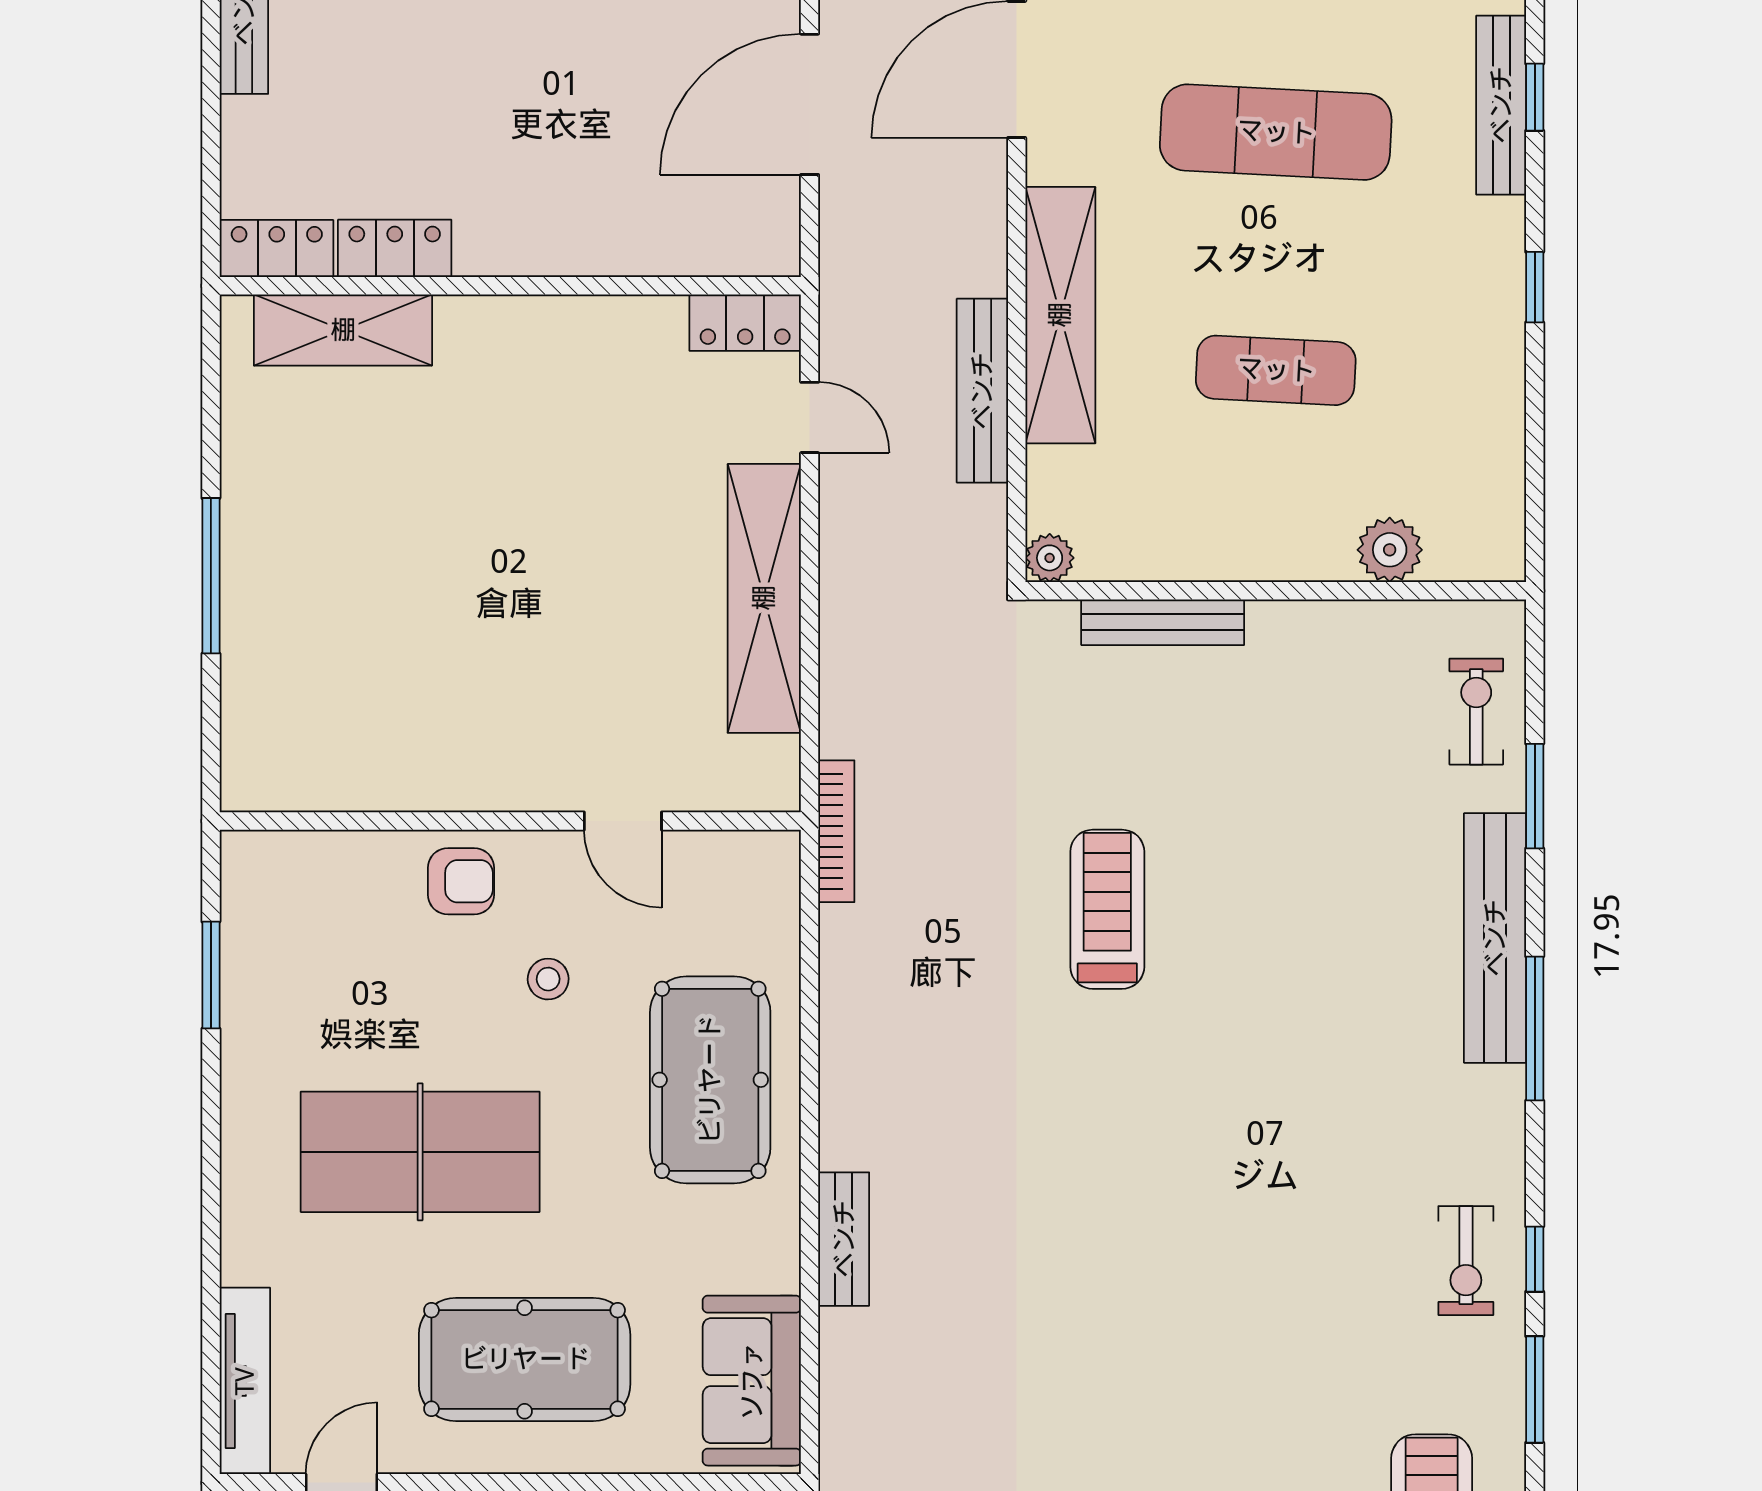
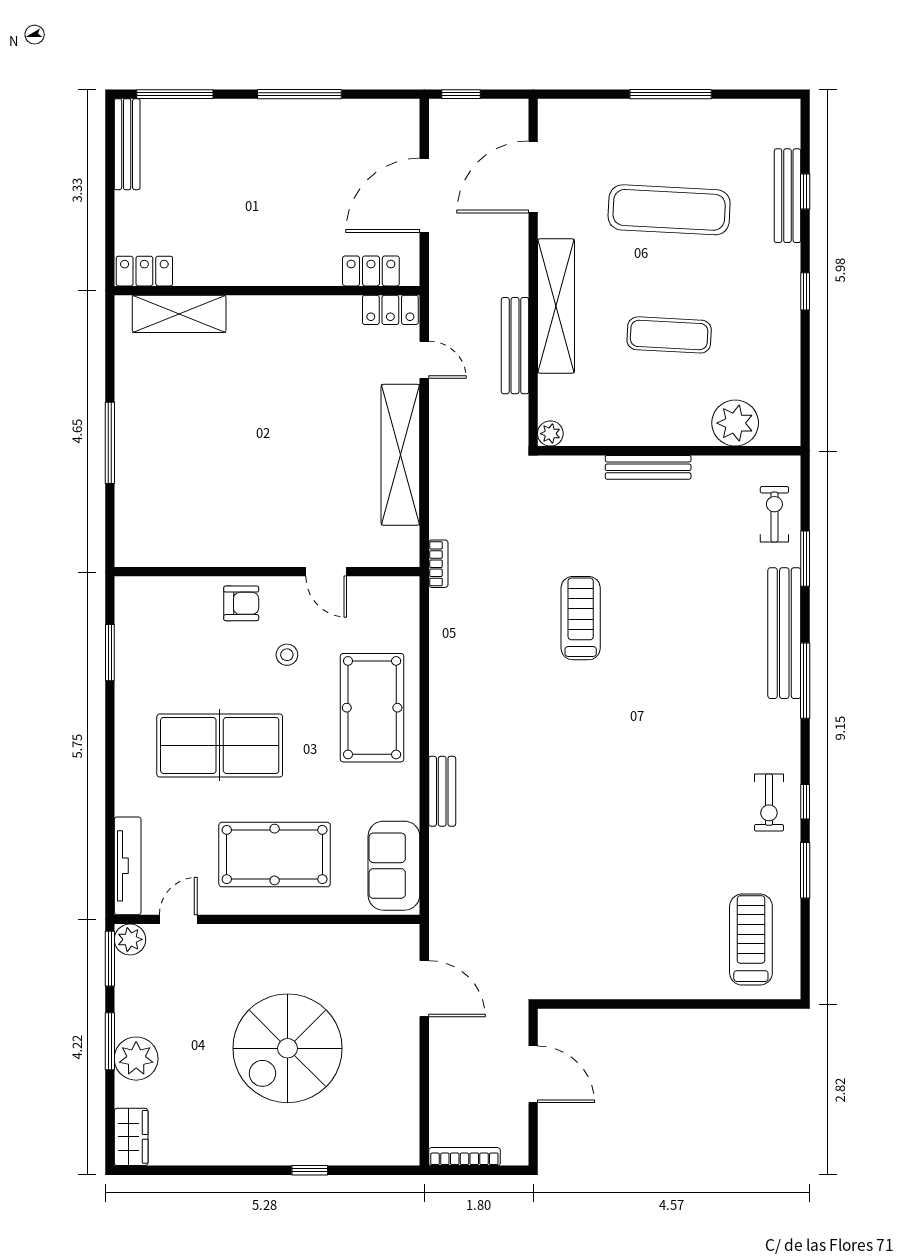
locker: (395, 248) -> (371, 271), moved
plant: (1390, 550) -> (735, 423), width x1.36, depth x1.36
bench: (1163, 622) -> (648, 467), moved
bookcase: (836, 831) -> (438, 564), width x0.64

